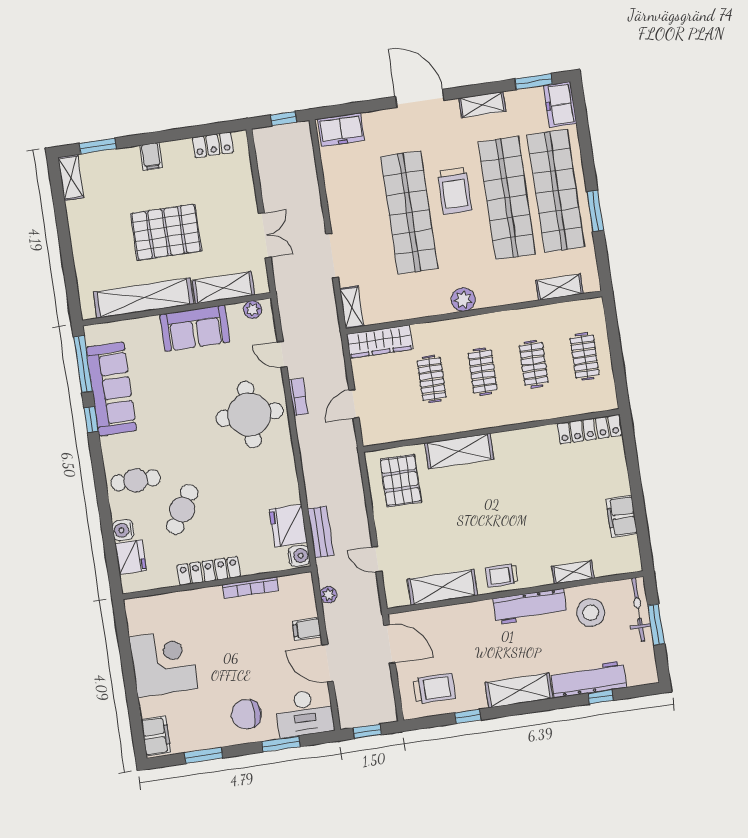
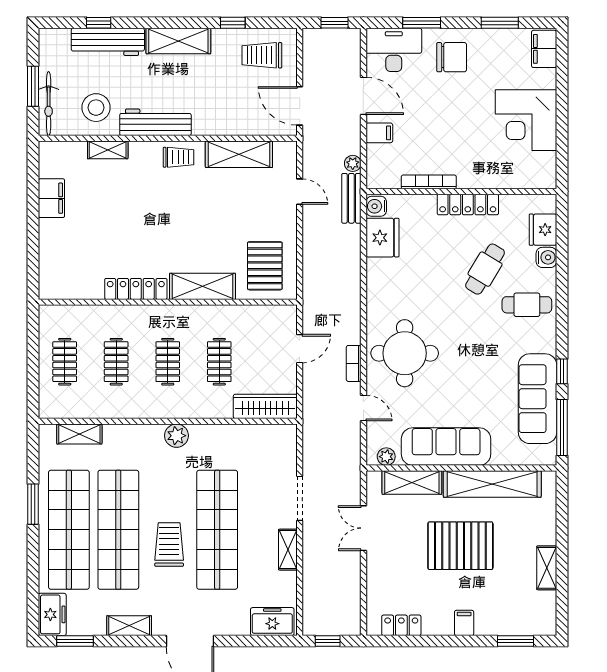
shelving: (71, 178) -> (547, 568), moved
shelving: (352, 307) -> (288, 550), moved
sofa: (195, 328) -> (446, 447), width x1.36
locker: (590, 429) -> (136, 289), moved
bench: (321, 532) -> (351, 198), moved

